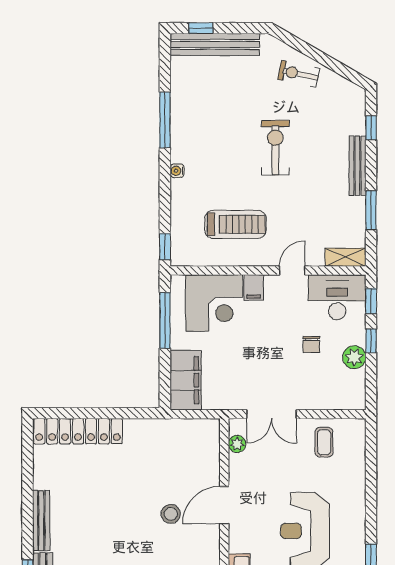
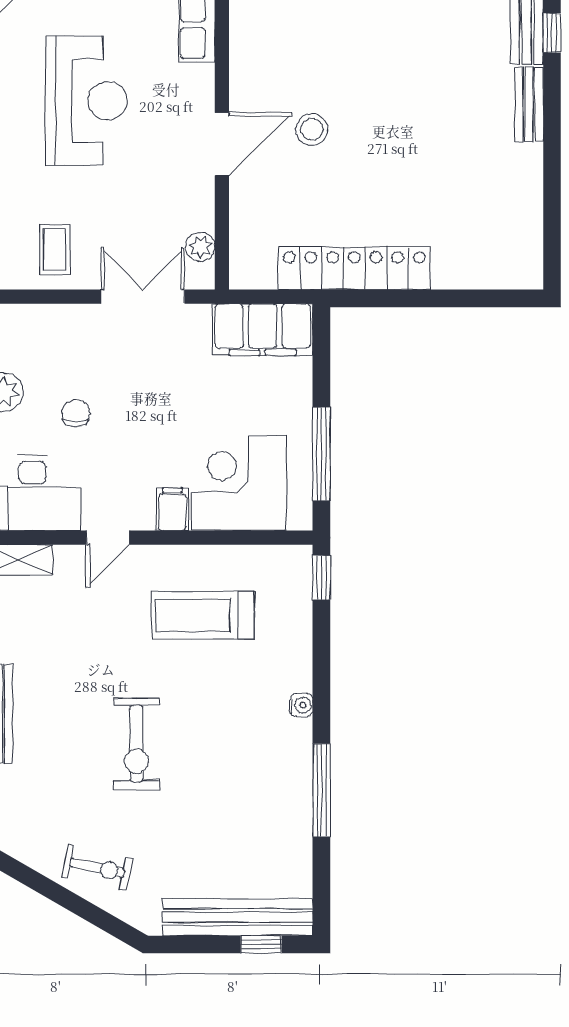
filing cabinet: (186, 380) -> (263, 330), moved, turned -90
locker: (78, 431) -> (354, 268), moved
bench: (41, 521) -> (529, 104), width x0.73

